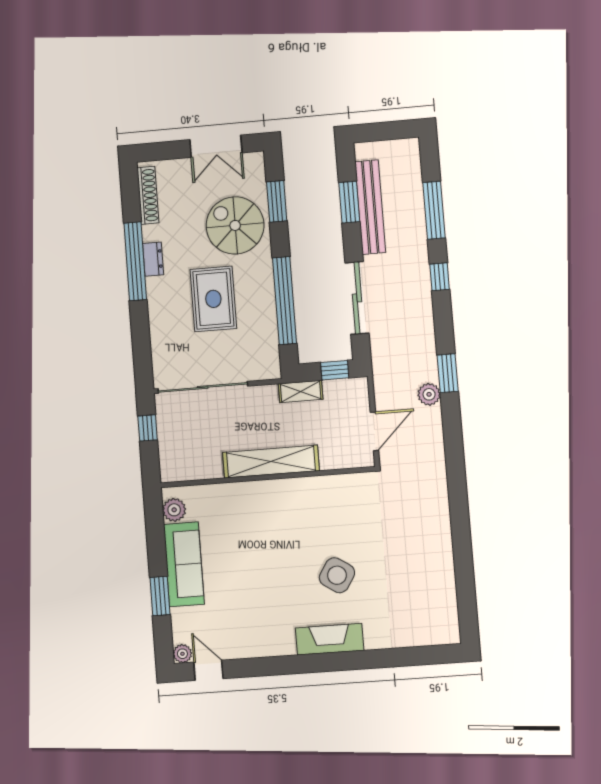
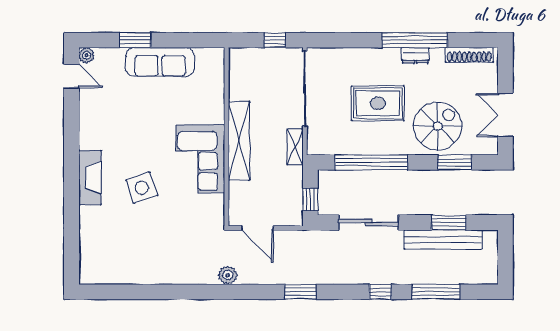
shelving: (301, 391) -> (295, 147), moved
plant: (429, 394) -> (228, 275), moved
corner sofa: (296, 507) -> (200, 159), added
plant: (174, 510) -> (205, 57), removed
side table: (337, 575) -> (142, 188), turned 38
door: (208, 670) -> (71, 76), hinge flipped

